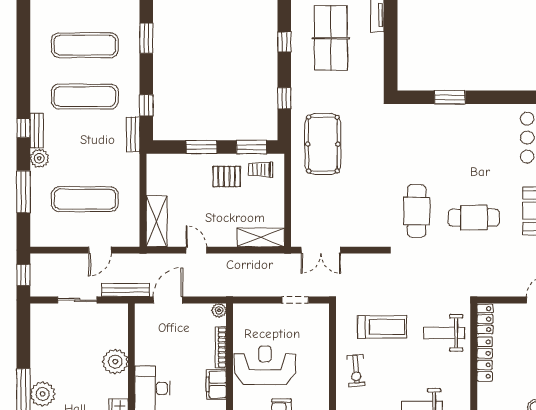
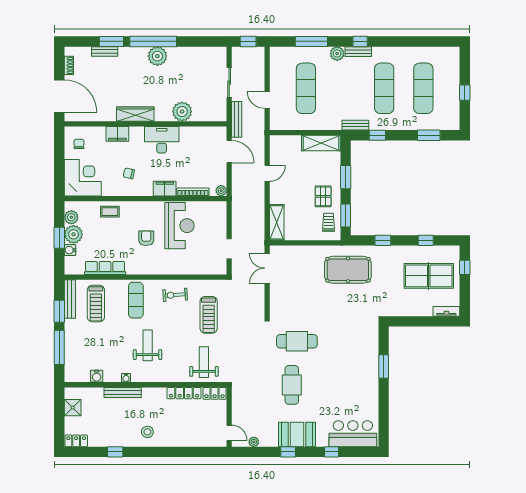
shelving: (157, 221) -> (321, 143), moved

